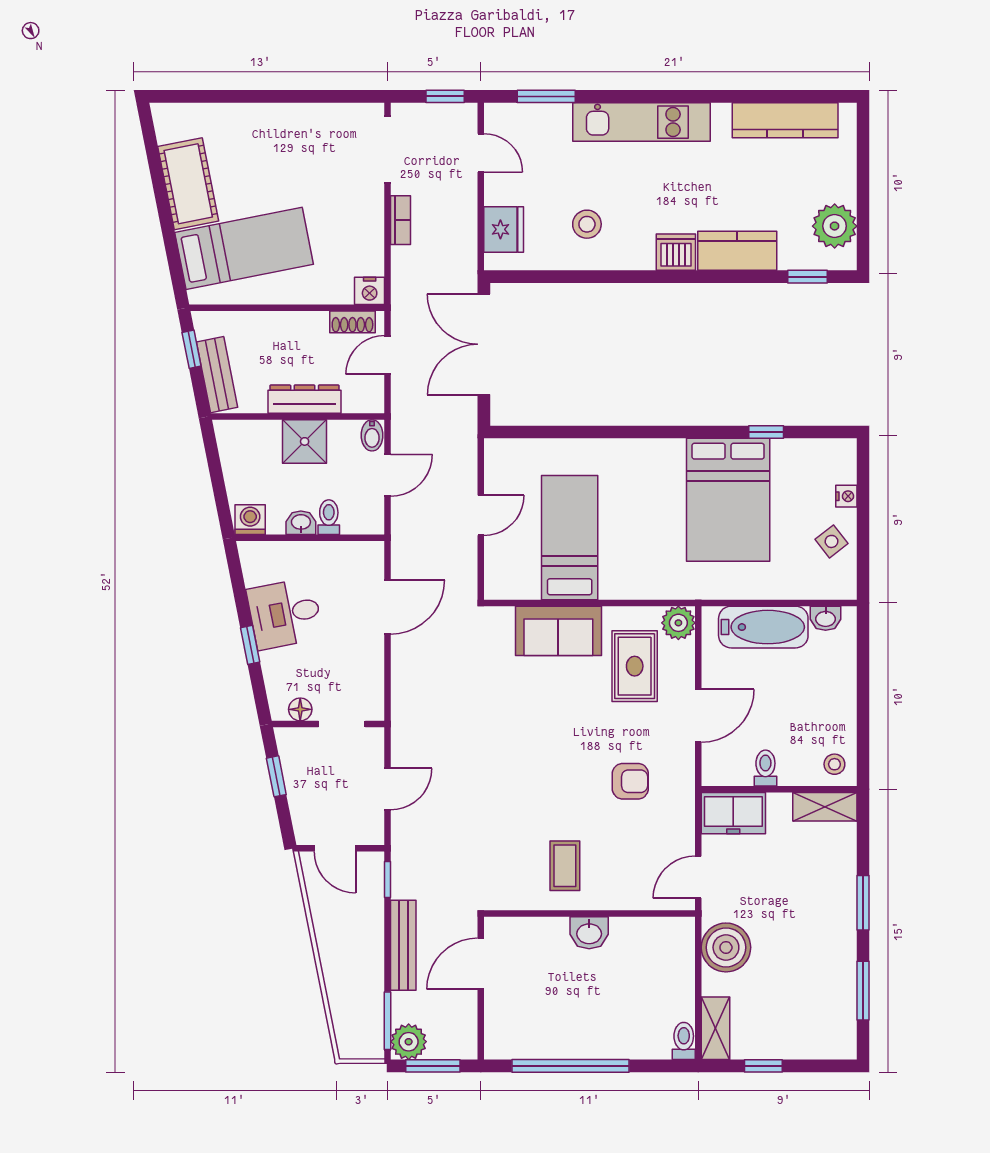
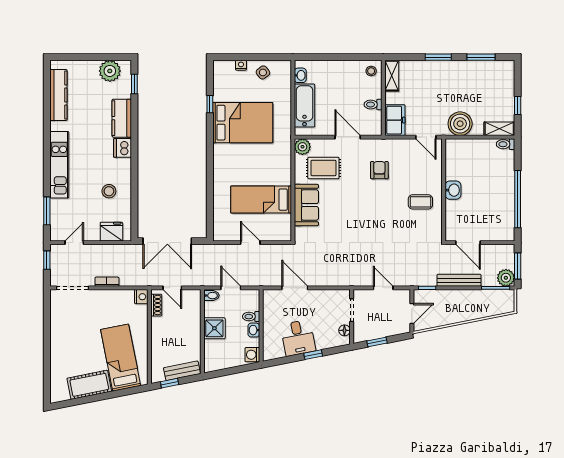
dresser: (305, 399) -> (194, 328), removed

